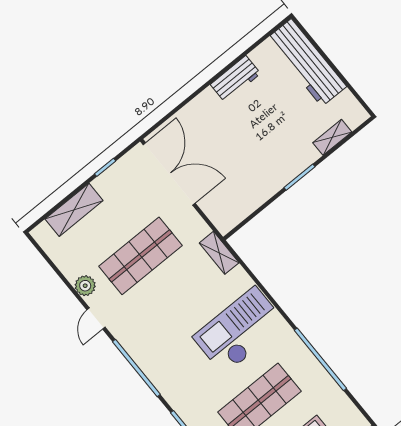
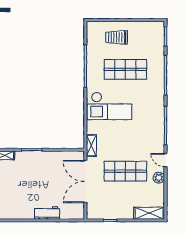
workbench: (235, 79) -> (47, 213), moved
double door: (169, 174) -> (85, 181), moved
shelving: (74, 210) -> (149, 213), moved
door: (96, 318) -> (165, 160), swing flipped

